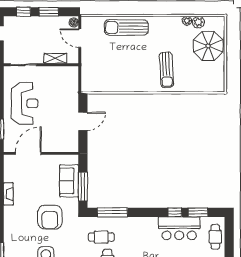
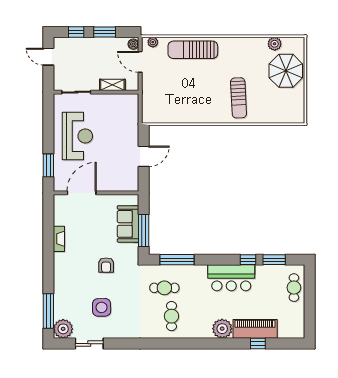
plant: (187, 21) -> (153, 42), moved
armchair: (50, 217) -> (106, 265), width x0.53, depth x0.53
bar counter: (179, 228) -> (231, 278), moved

